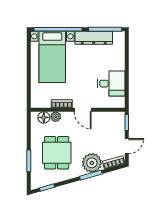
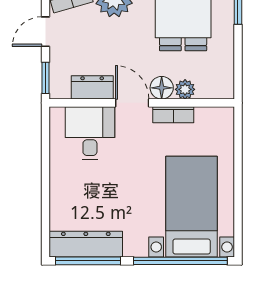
dresser: (94, 38) -> (86, 244), moved
desk: (111, 84) -> (90, 133), moved, turned 90
floor lamp: (44, 117) -> (162, 88), moved
dresser: (103, 118) -> (92, 87), added

